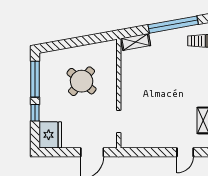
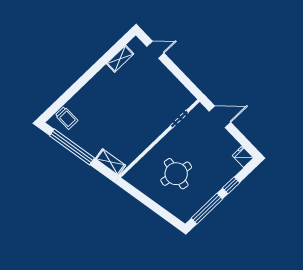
round table: (82, 81) -> (176, 174), turned -30
fridge: (50, 135) -> (243, 157), width x0.53, depth x0.75

